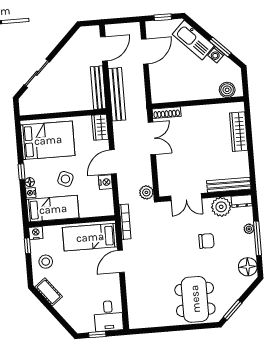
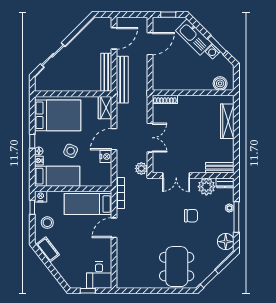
double door: (152, 138) -> (150, 138), moved
bench: (229, 185) -> (220, 168), width x0.73

